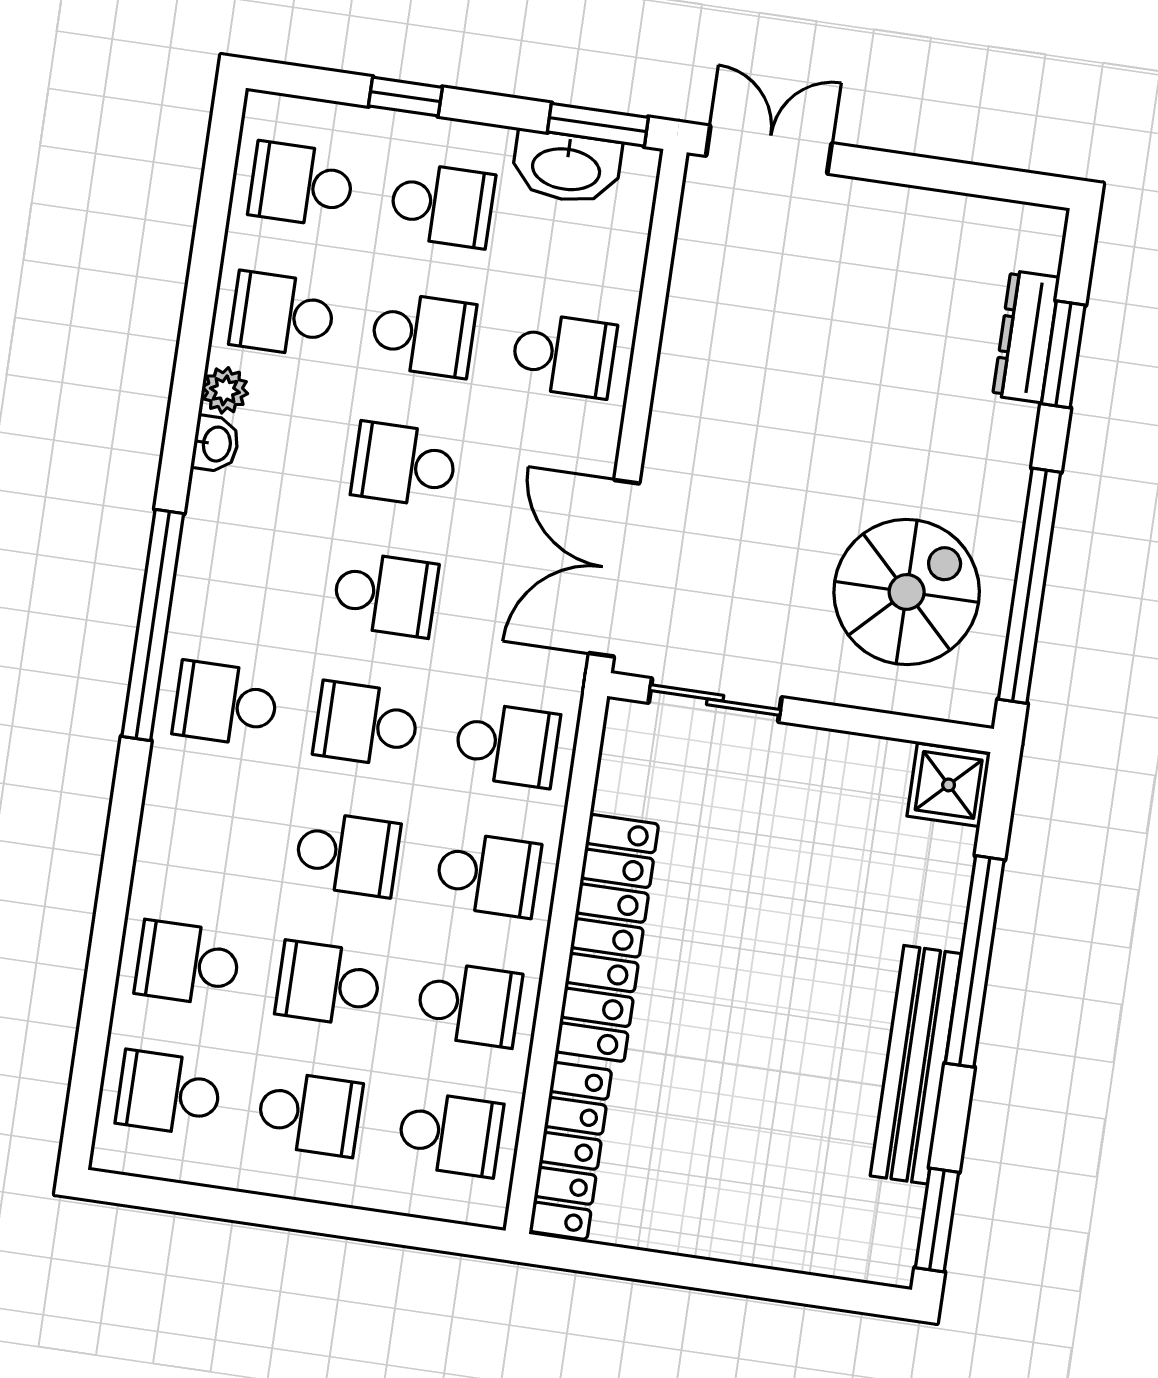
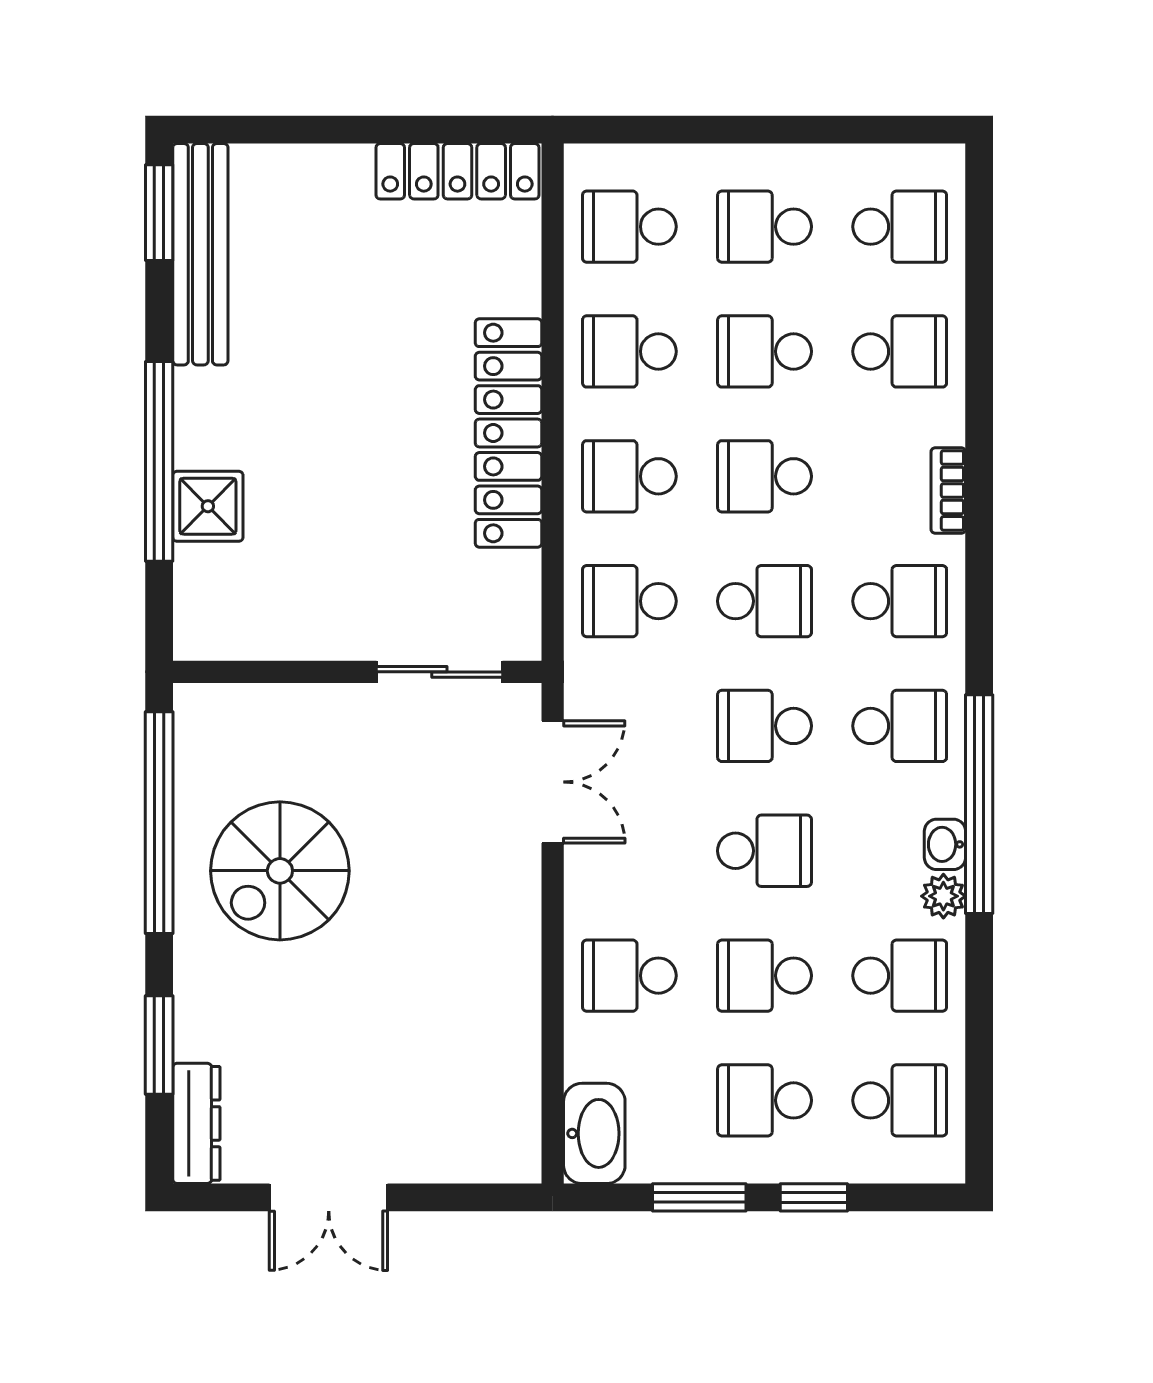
window: (598, 125) -> (699, 1197), moved
double door: (769, 150) -> (329, 1197), moved
washbasin: (566, 167) -> (594, 1133), moved, turned 90
dresser: (1026, 337) -> (196, 1123), moved
double door: (614, 568) -> (553, 782), width x0.73
school desk: (245, 574) -> (900, 726), added
spiral stairs: (907, 592) -> (280, 871), moved
window: (153, 625) -> (979, 804), moved
shower: (949, 785) -> (208, 506), moved
bookcase: (158, 811) -> (948, 490), added
school desk: (328, 984) -> (765, 351), turned 180
bench: (916, 1065) -> (200, 254), moved
locker: (570, 1151) -> (457, 171), moved, turned -90

